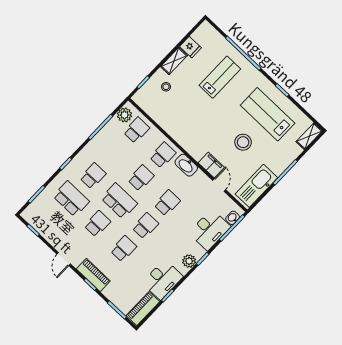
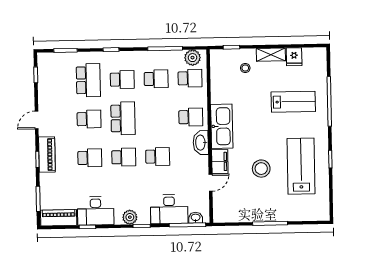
shelving: (309, 136) -> (316, 215), removed
school desk: (141, 178) -> (156, 79), moved
kitchen sink: (256, 186) -> (222, 126), moved, turned 90

